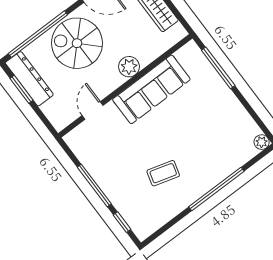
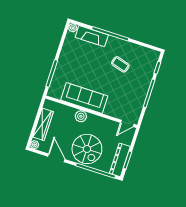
door: (93, 110) -> (127, 123), moved
fireplace: (231, 161) -> (92, 36), added

